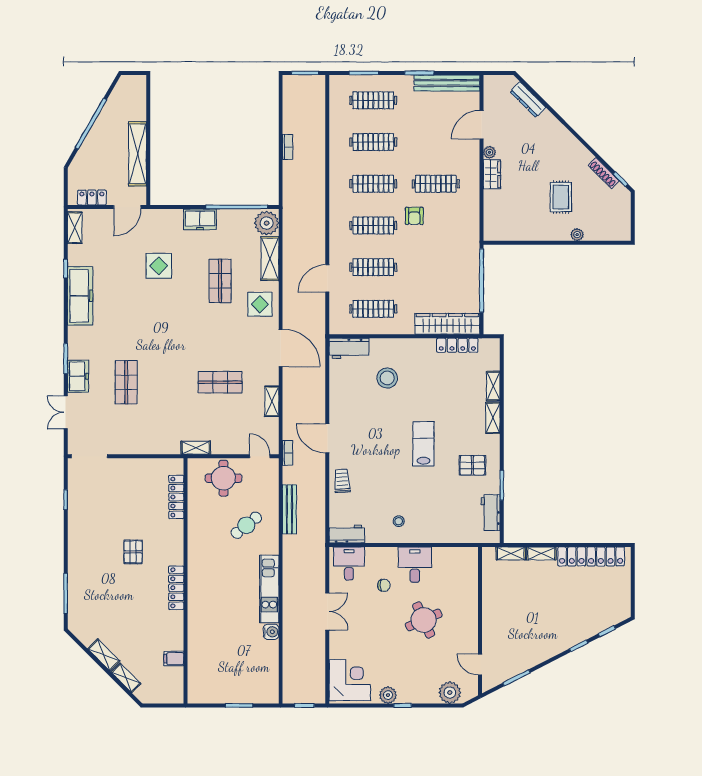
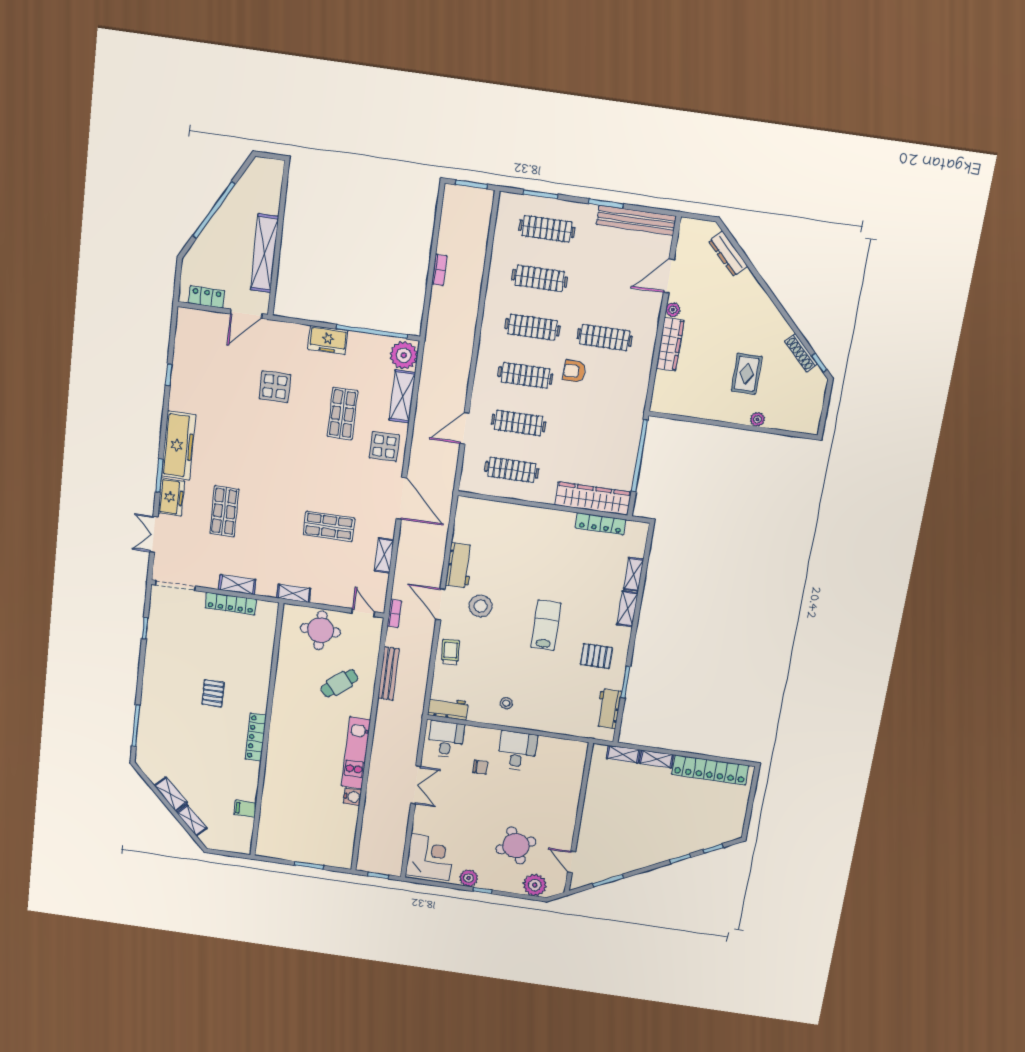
wardrobe: (492, 174) -> (670, 344), width x1.50
armchair: (414, 216) -> (574, 371), turned 90
shelving: (75, 228) -> (237, 585), moved, turned 90
freezer: (80, 296) -> (179, 446), moved
workbench: (349, 348) -> (460, 565), moved, turned -90
stool: (387, 378) -> (481, 606), moved
locker: (176, 497) -> (231, 604), moved, turned -90
round table: (424, 620) -> (516, 845), moved

